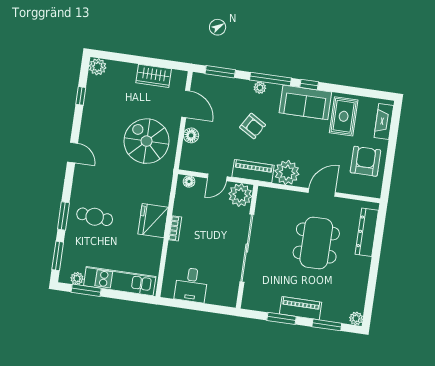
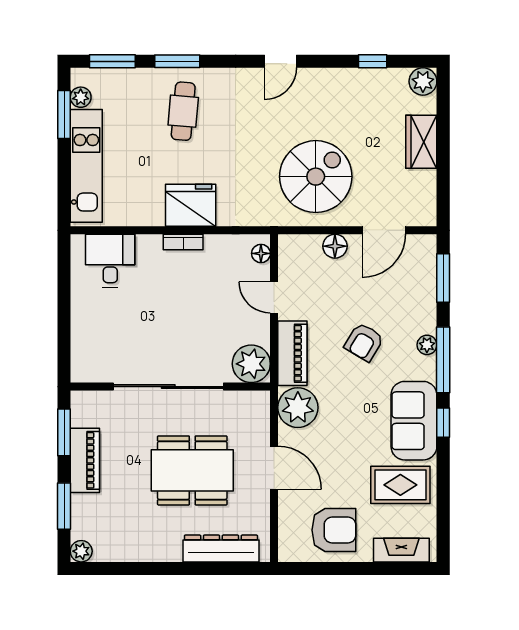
wardrobe: (154, 76) -> (421, 142), moved
plant: (240, 195) -> (251, 364), moved
wall: (247, 247) -> (170, 387), moved
sliding door: (247, 248) -> (168, 387), moved
desk: (191, 285) -> (110, 261), moved, turned 90

